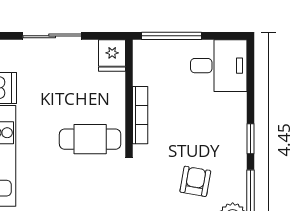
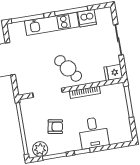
desk: (219, 66) -> (93, 133), moved
cafe table: (90, 139) -> (68, 68), turned -37

